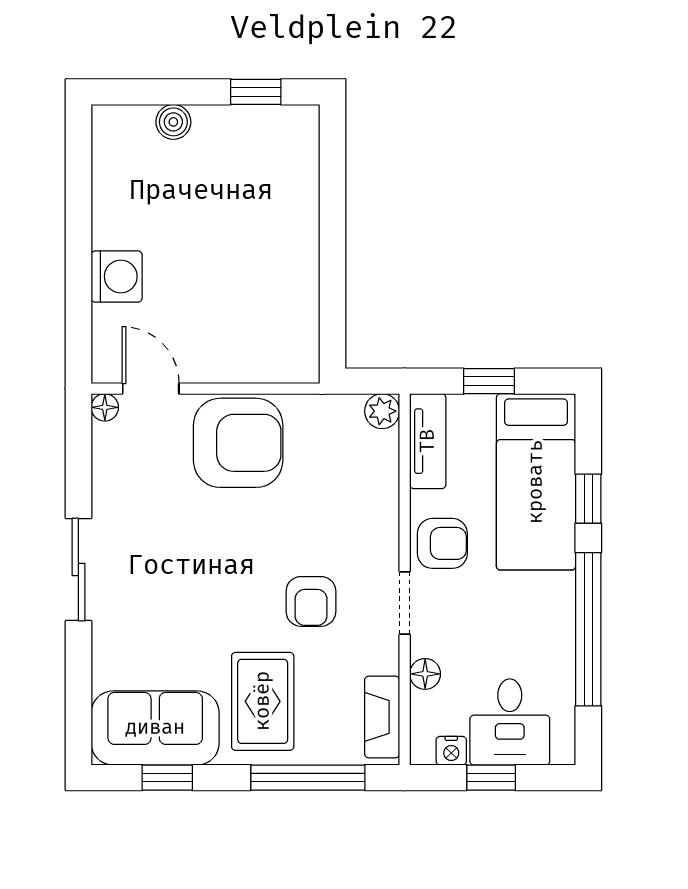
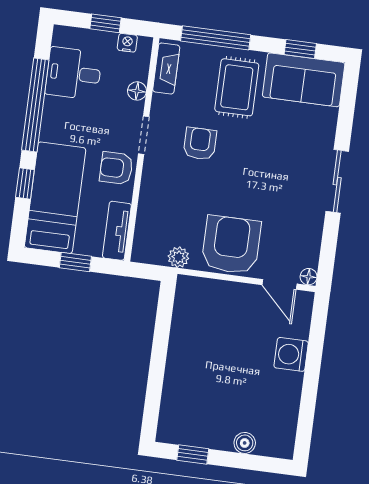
plant: (382, 411) -> (178, 257), moved
armchair: (238, 443) -> (231, 245), turned 90
desk: (510, 722) -> (74, 73), moved, turned -90

